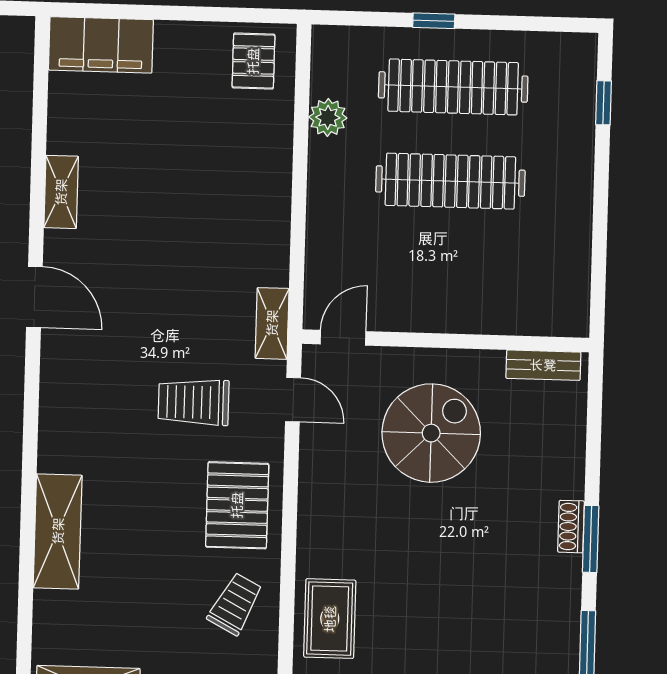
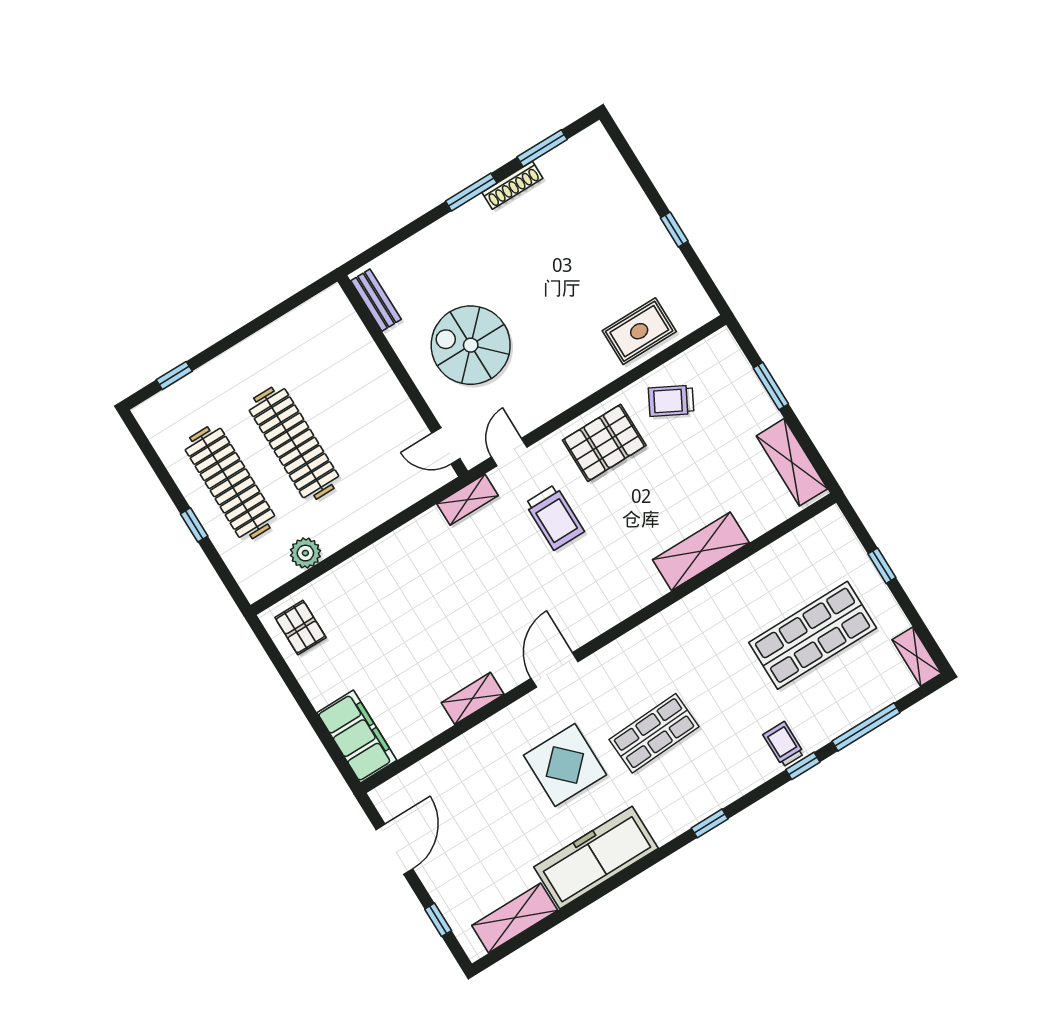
pallet: (253, 61) -> (300, 628), turned 90
shoe rack: (571, 527) -> (512, 185), moved, width x1.43

